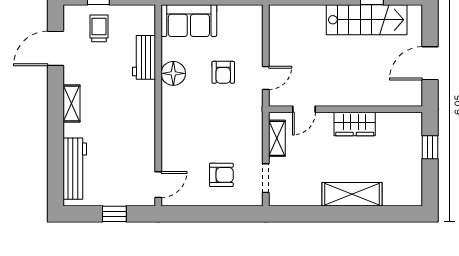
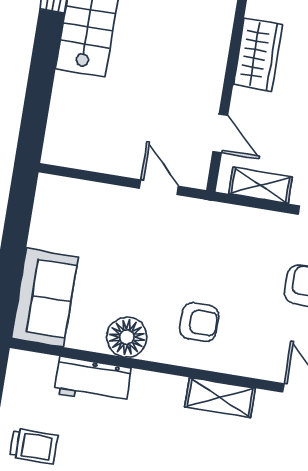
trolley: (99, 28) -> (34, 446), turned 180
armchair: (223, 72) -> (199, 322), moved
shelving: (146, 135) -> (220, 398), added

